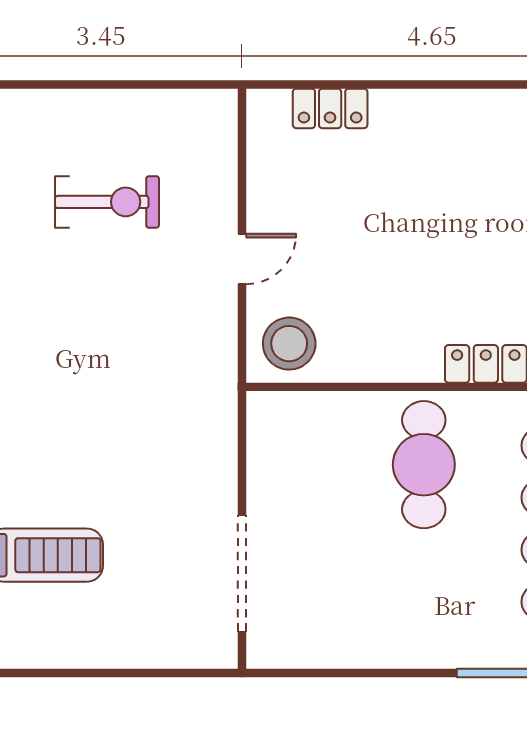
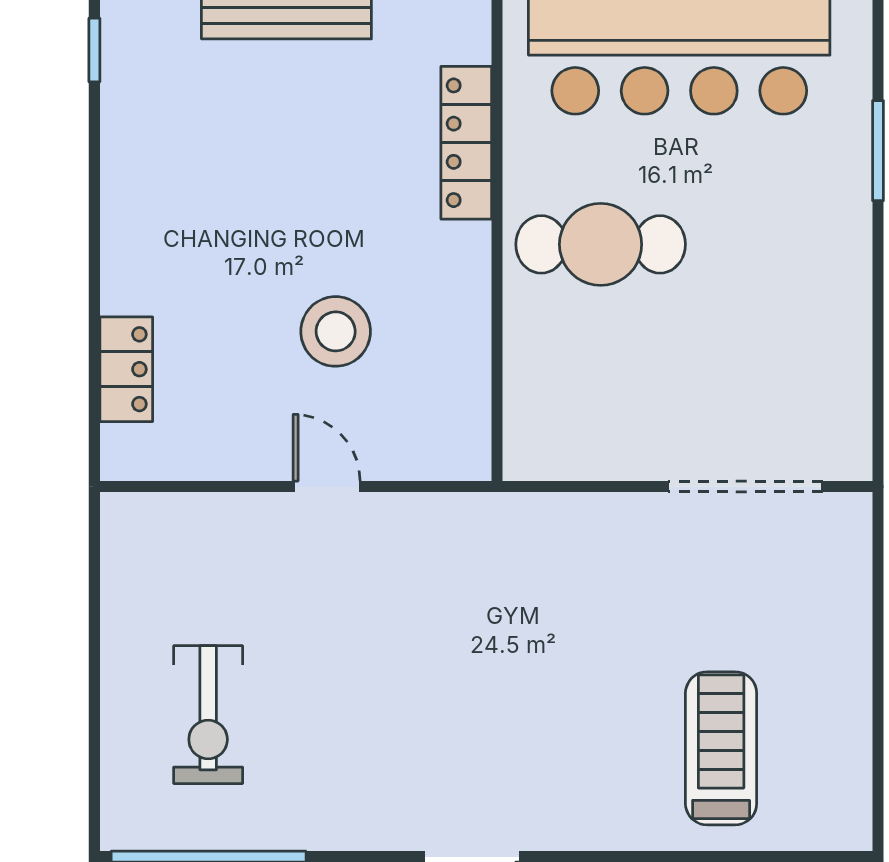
exercise bike: (107, 202) -> (208, 715), moved, turned 180
stool: (289, 344) -> (336, 331), moved

